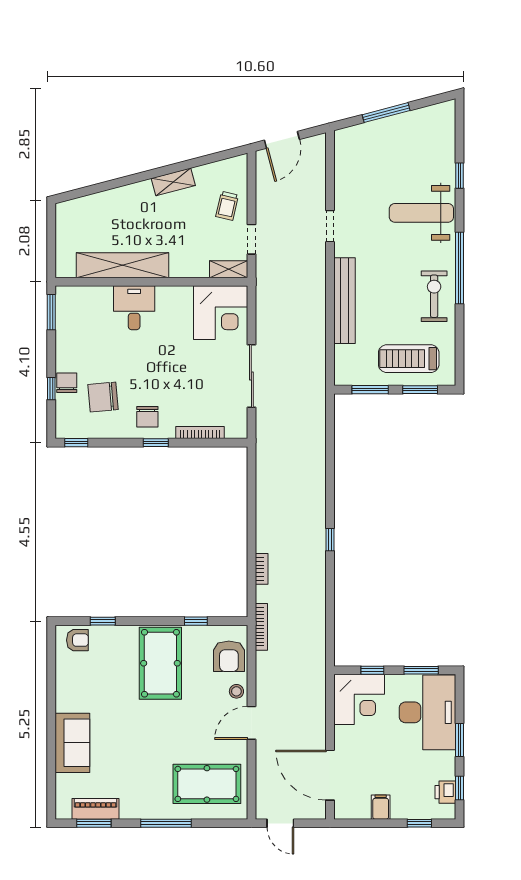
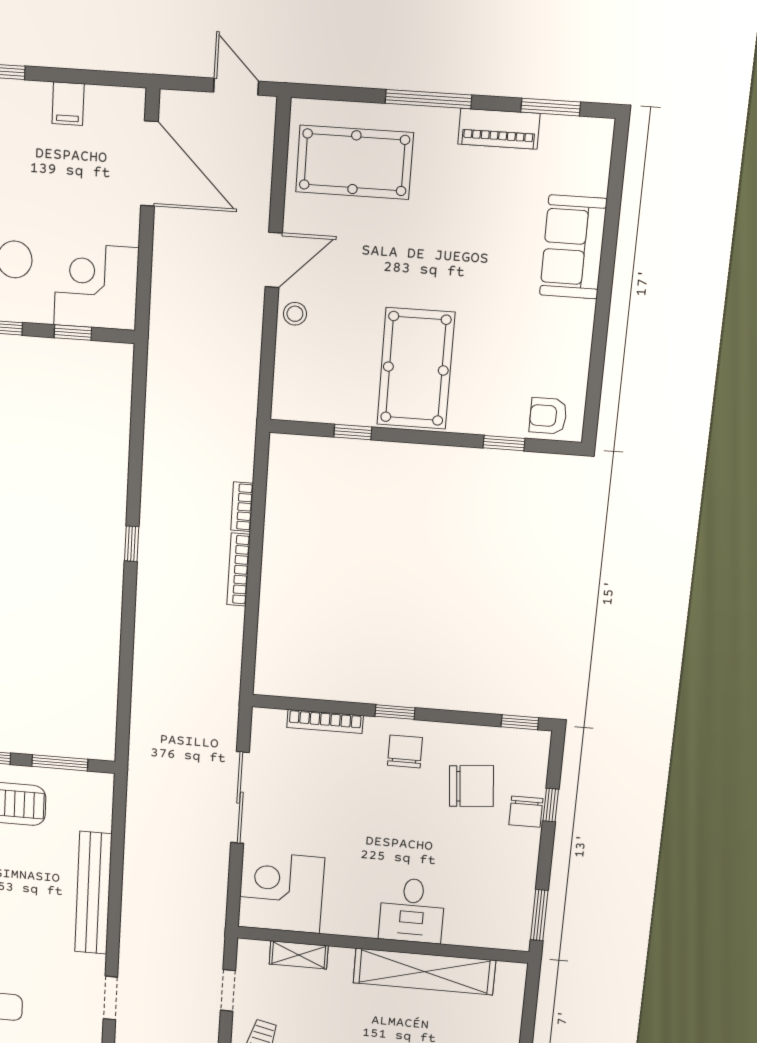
shelving: (229, 269) -> (299, 955), moved
bookcase: (261, 627) -> (239, 570), moved
armchair: (229, 656) -> (303, 372), removed
piano: (96, 809) -> (499, 129), moved

